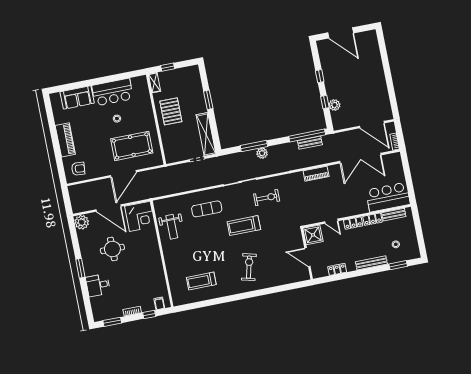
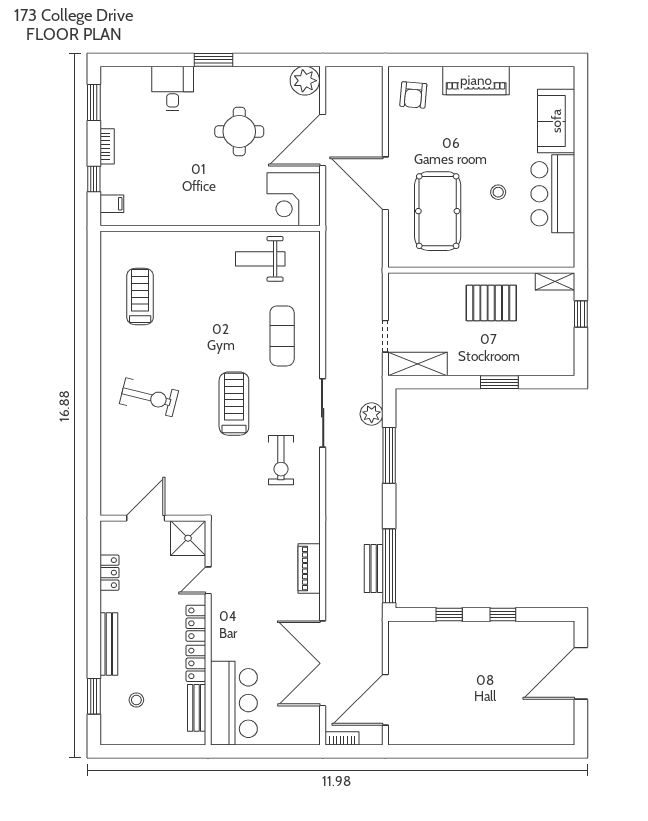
plant: (334, 105) -> (439, 632), removed
shelving: (206, 134) -> (417, 364), width x0.68
plant: (262, 153) -> (372, 414), moved

